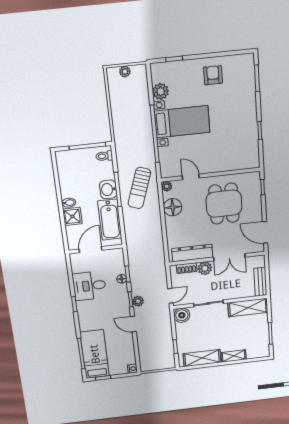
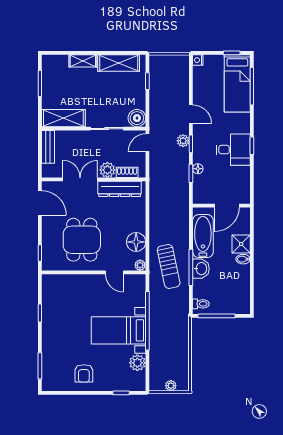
sun lounger: (139, 188) -> (169, 266), turned 149
desk: (89, 286) -> (233, 150), moved

